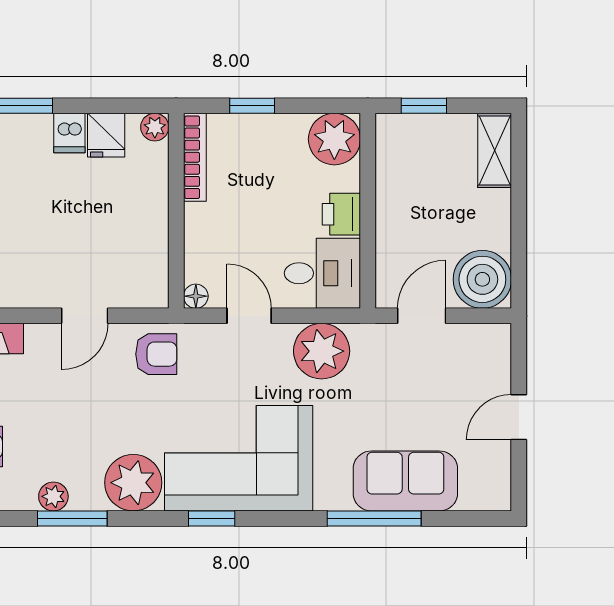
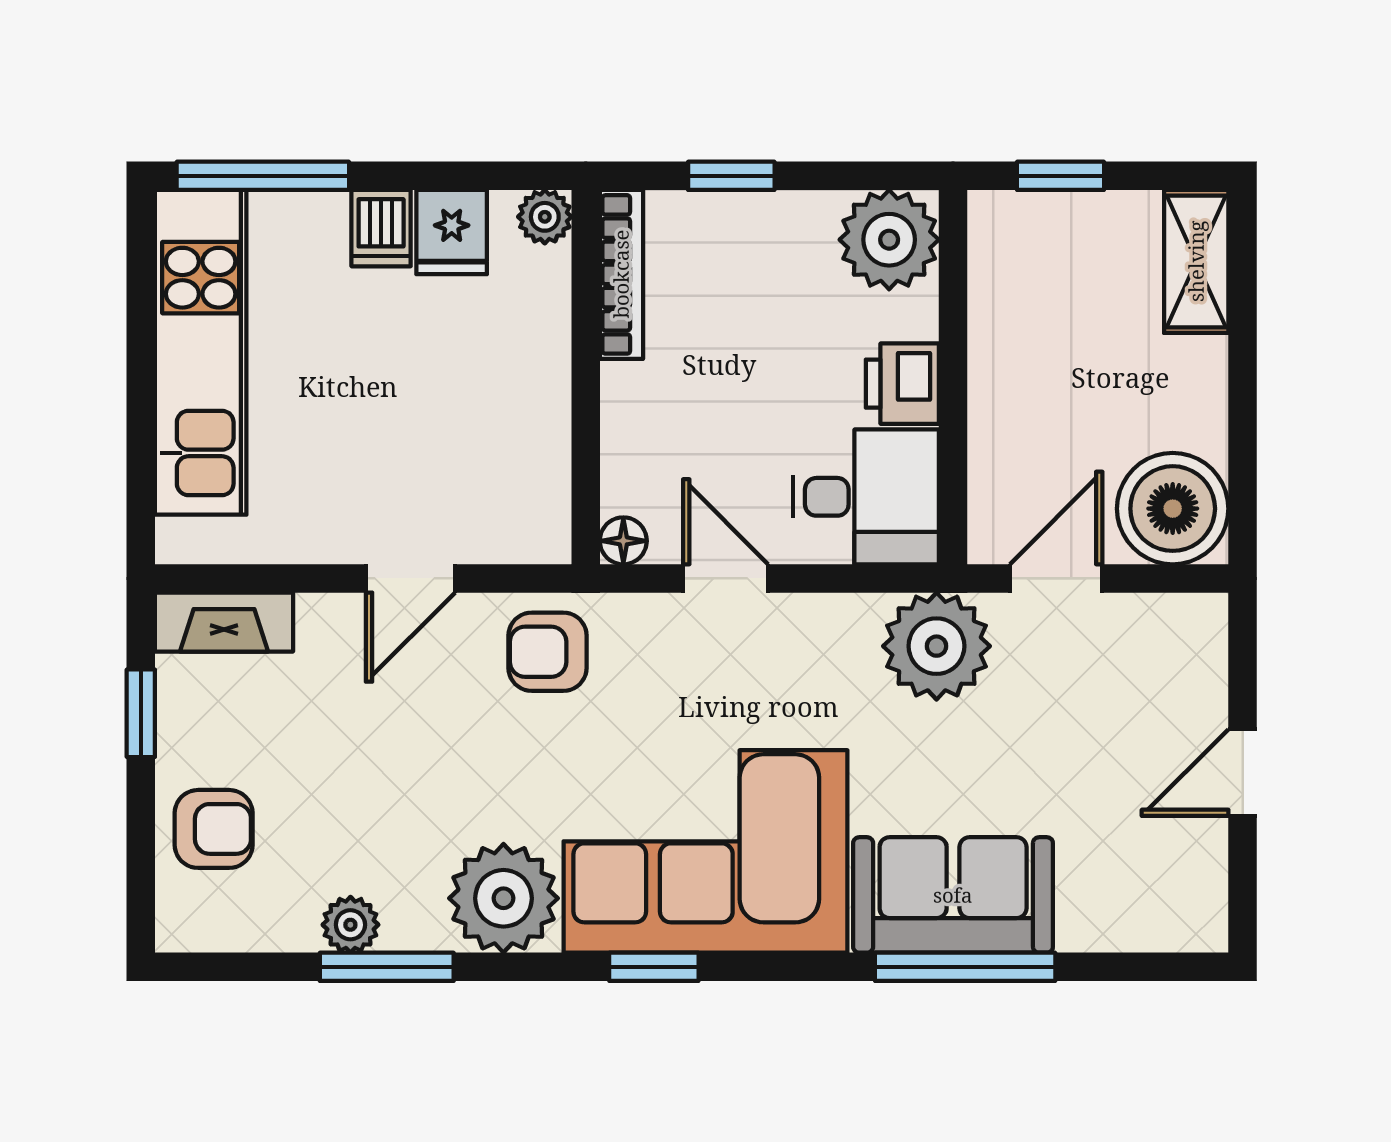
plant: (322, 351) -> (937, 646), moved
armchair: (156, 354) -> (548, 652), turned 180
sofa: (405, 481) -> (953, 895), moved

